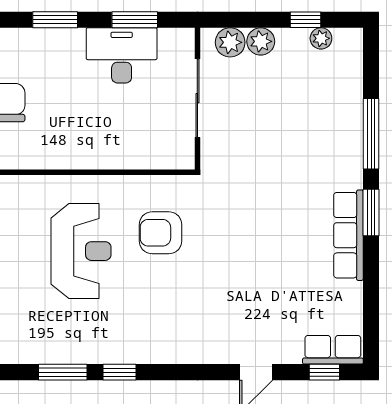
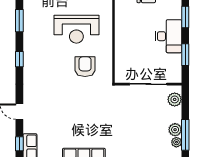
window: (306, 20) -> (185, 135), width x2.17
plant: (261, 41) -> (175, 130), moved
desk: (122, 55) -> (169, 36), moved
window: (119, 372) -> (19, 59), moved

